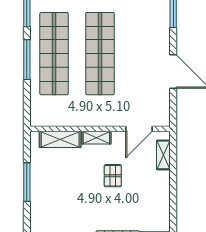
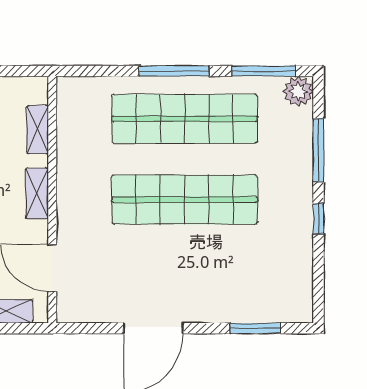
shelving: (60, 139) -> (37, 129), width x0.67, depth x0.75

